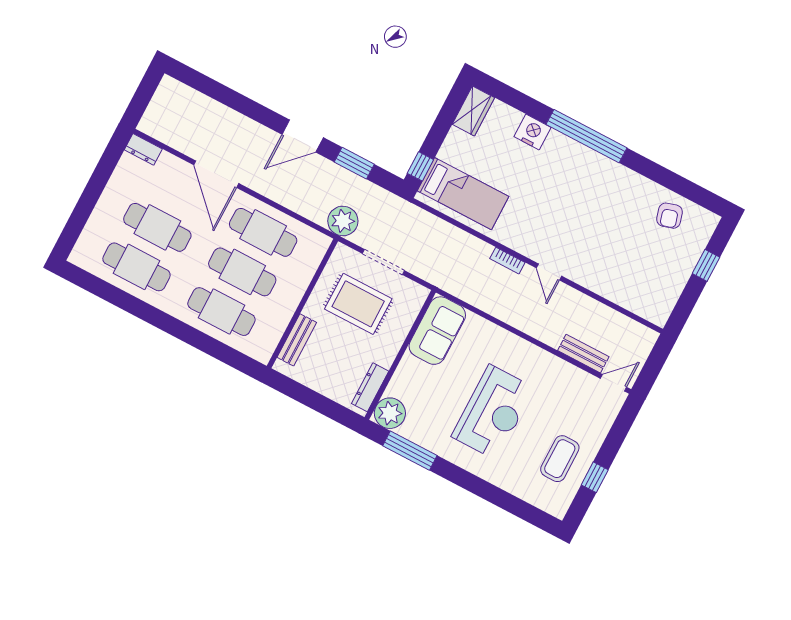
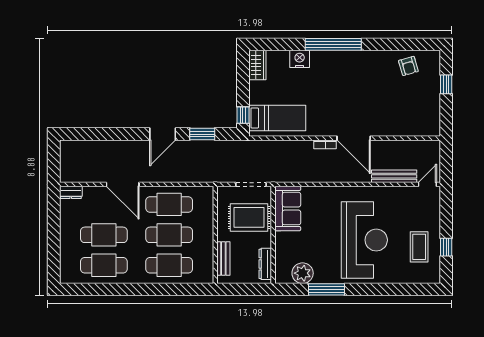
plant: (343, 221) -> (214, 172), removed
door: (549, 272) -> (354, 138), width x1.88
sofa: (437, 331) -> (288, 209), moved
bench: (583, 354) -> (394, 176), width x1.36
wall: (400, 355) -> (273, 235), moved
dresser: (370, 387) -> (265, 264), moved
reception desk: (493, 412) -> (364, 240), width x1.36, depth x1.30

